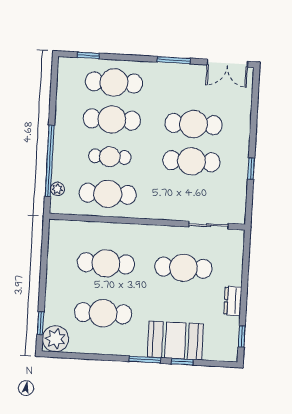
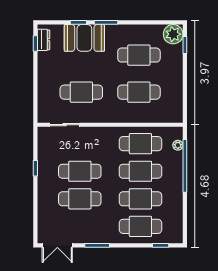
double door: (227, 63) -> (57, 245), swing flipped
cafe table: (110, 157) -> (140, 171), width x1.37, depth x1.35
dresser: (233, 301) -> (43, 40), moved

